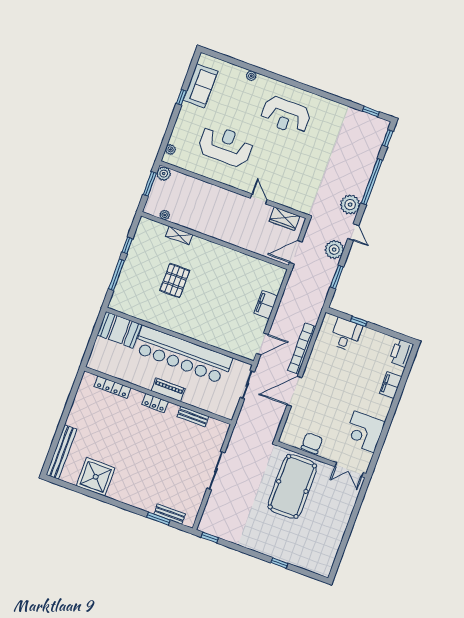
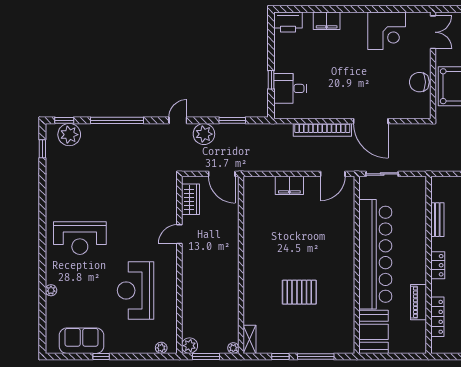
reception desk: (286, 115) -> (80, 238), turned 90
plant: (350, 205) -> (69, 135), moved
plant: (165, 215) -> (233, 348), moved
shelving: (179, 236) -> (250, 339), moved
door: (262, 344) -> (333, 174), swing flipped
piano: (168, 390) -> (418, 302), moved

